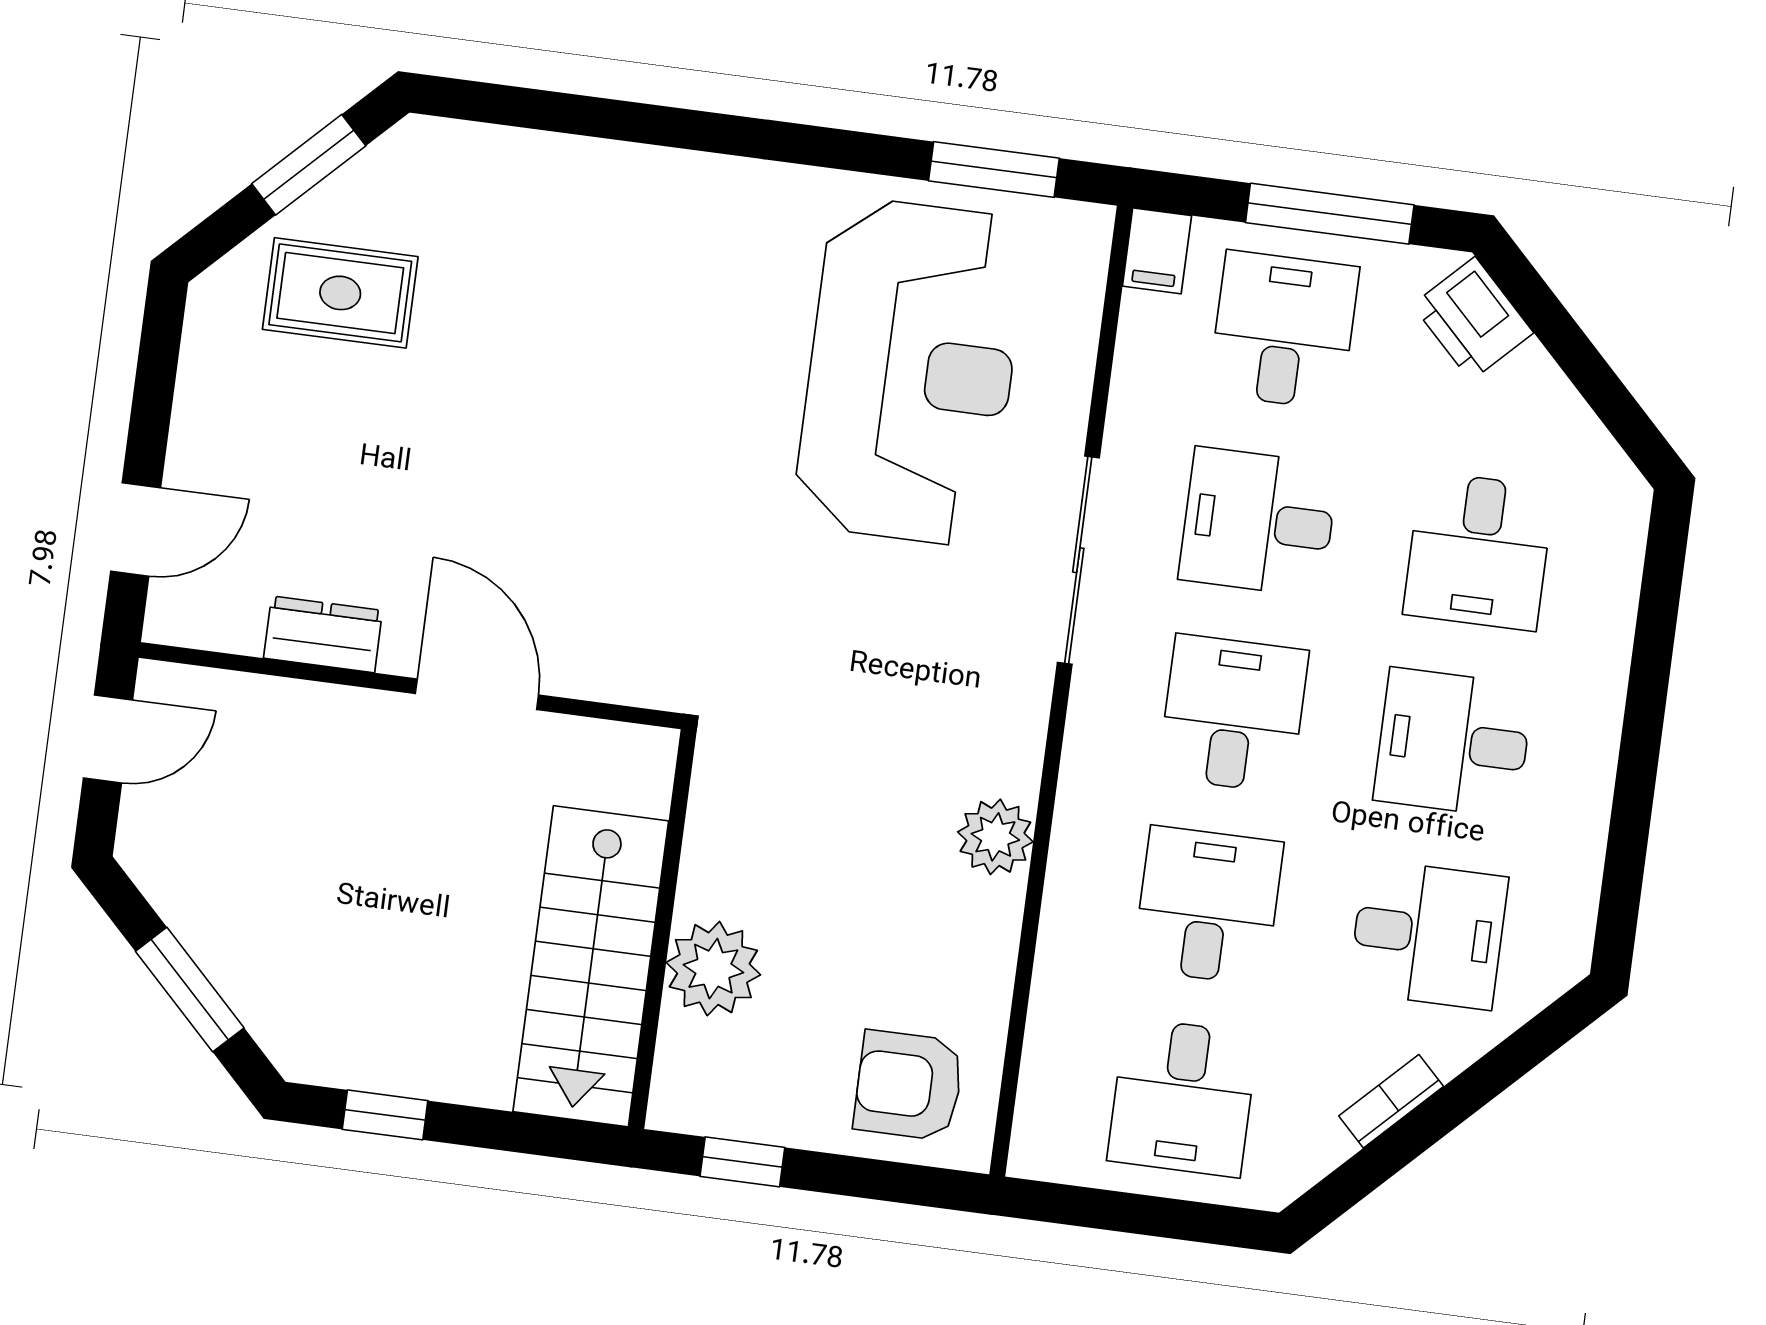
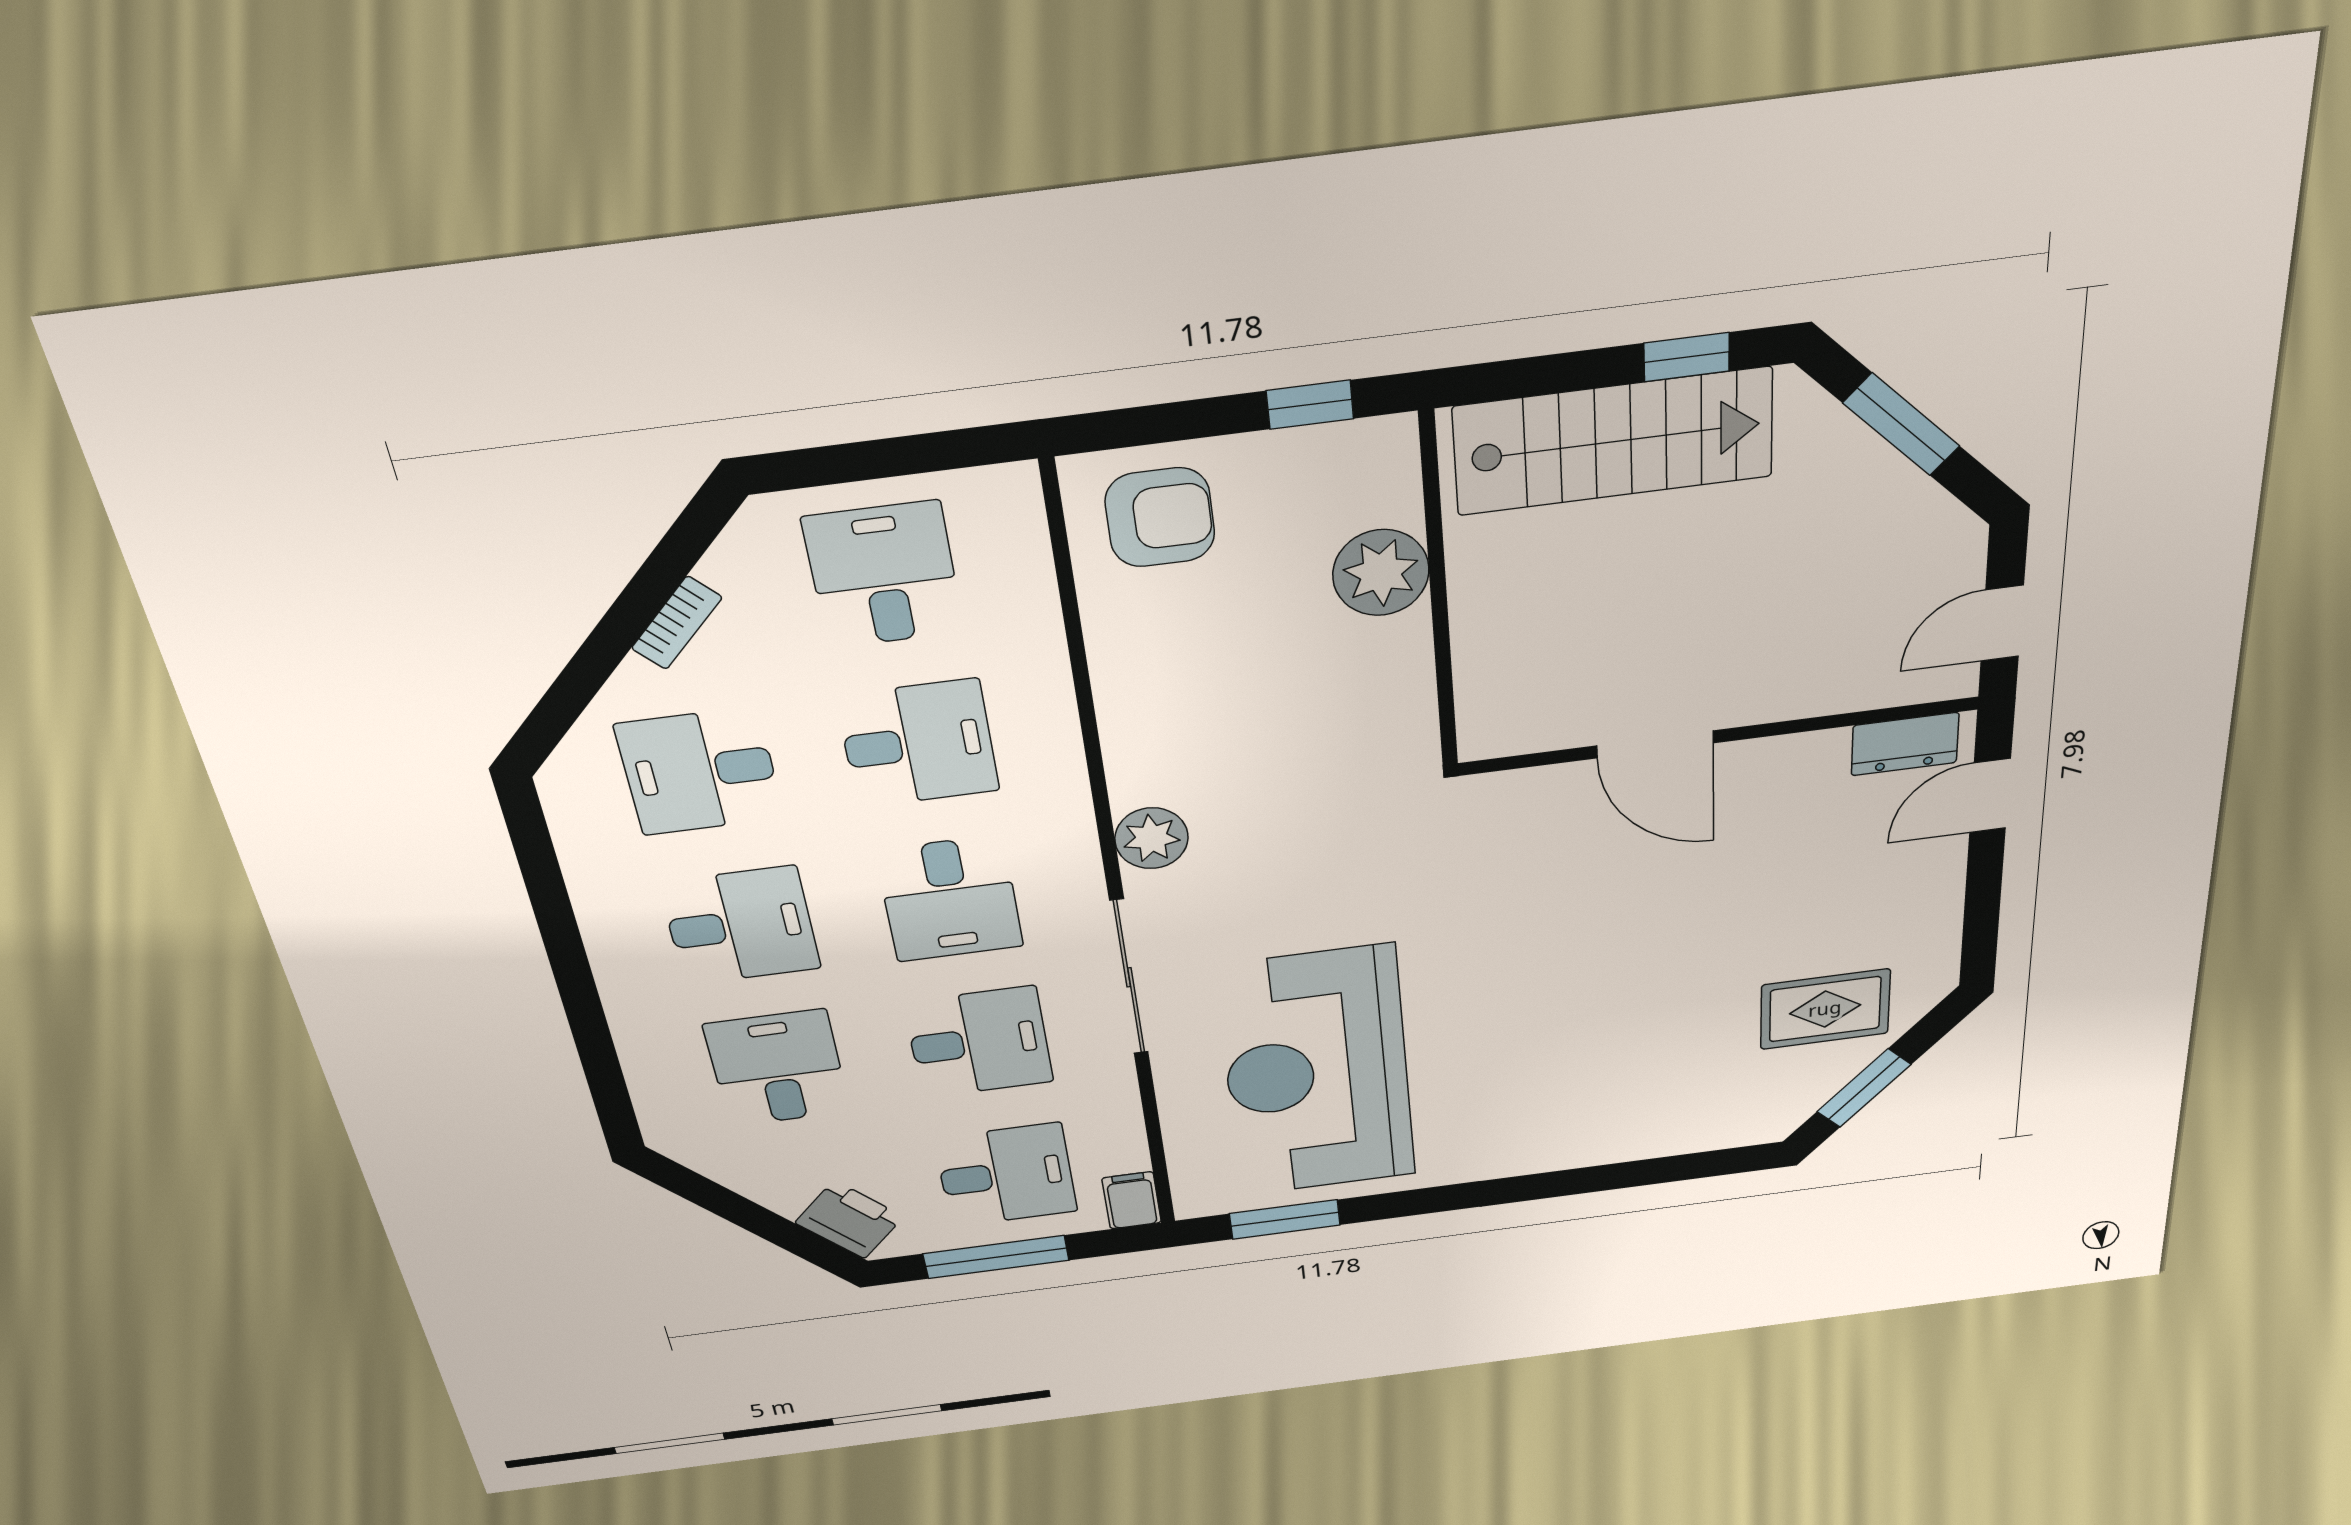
desk: (1284, 330) -> (1006, 1175), turned -90
dresser: (323, 634) -> (1905, 744), moved
plant: (995, 837) -> (1151, 838), moved
desk: (1208, 906) -> (918, 744), turned -90
stairs: (591, 966) -> (1614, 442), moved, turned 90

